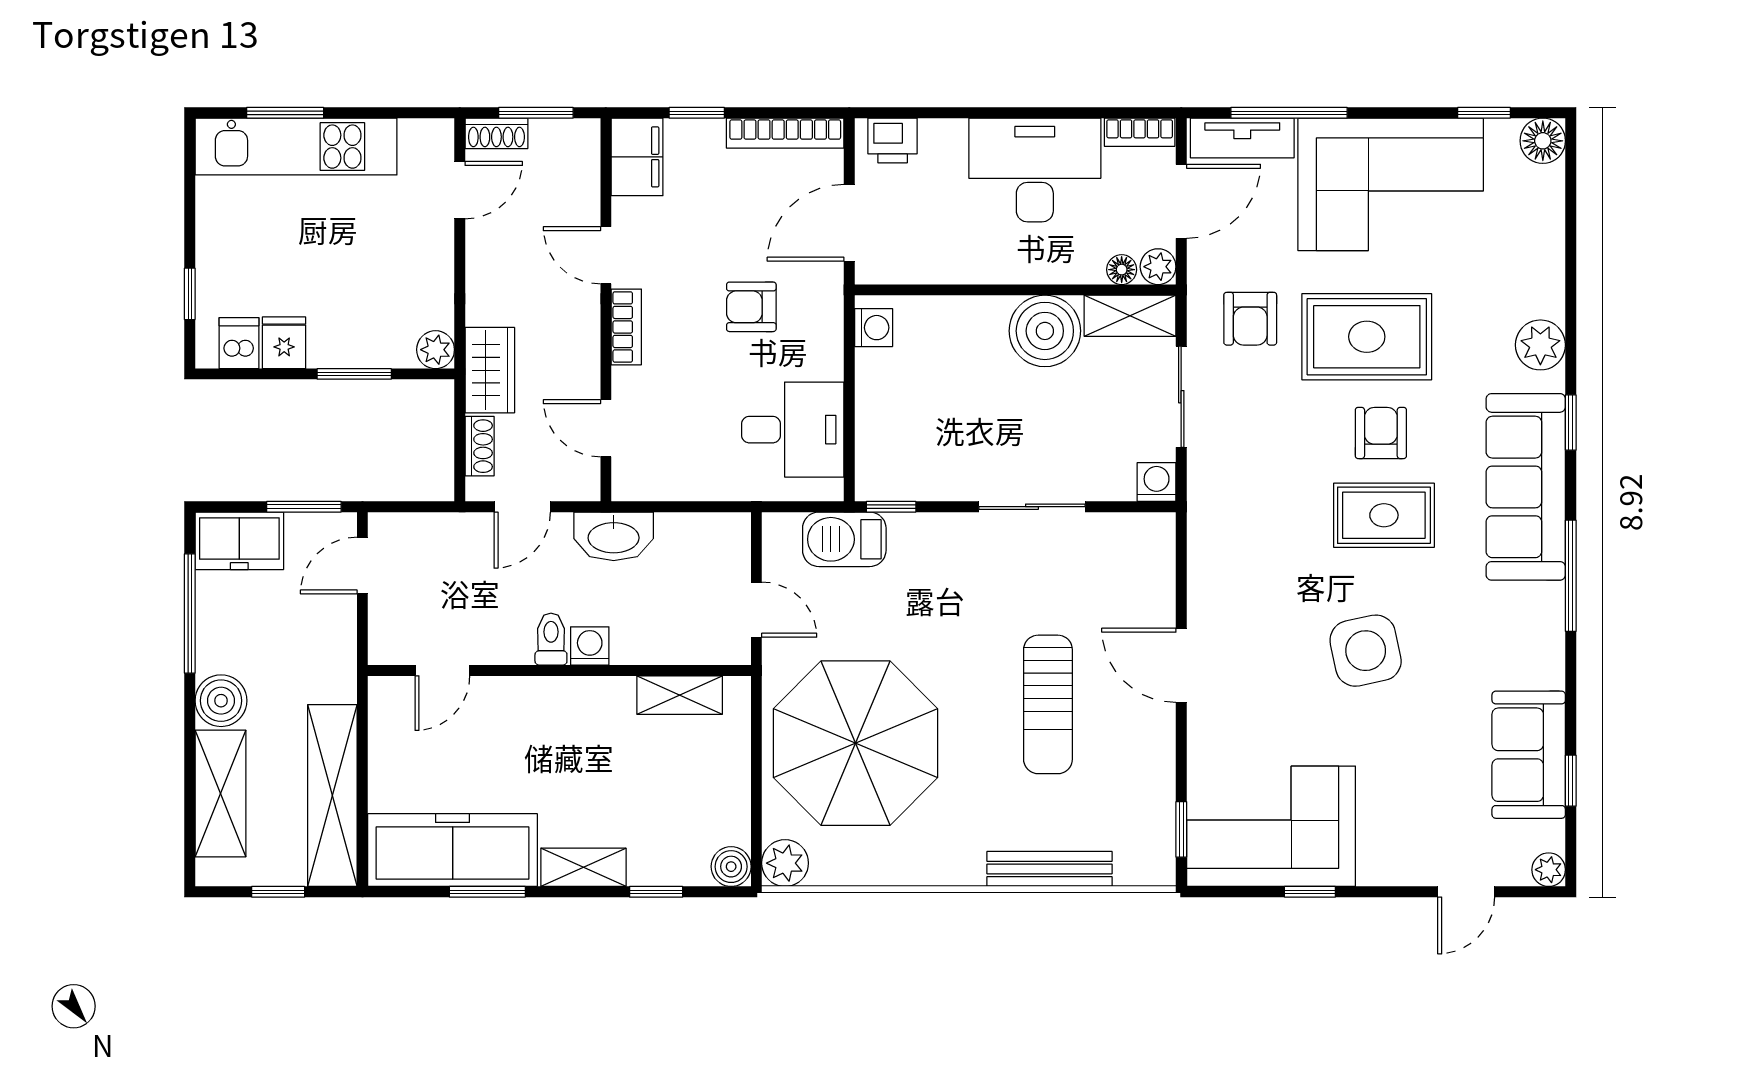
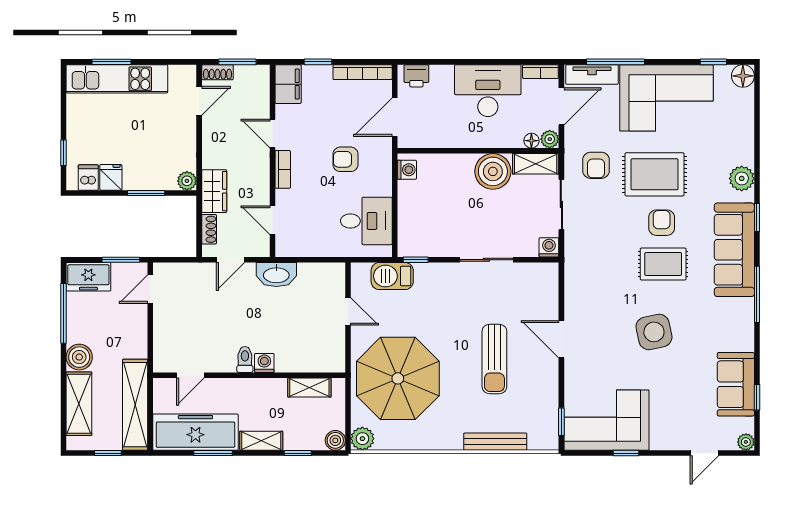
toilet: (551, 639) -> (245, 360), moved
washing machine: (590, 646) -> (264, 363), moved
door: (442, 670) -> (190, 375), moved
wall: (559, 670) -> (249, 375), moved
shelving: (680, 695) -> (309, 388), moved

